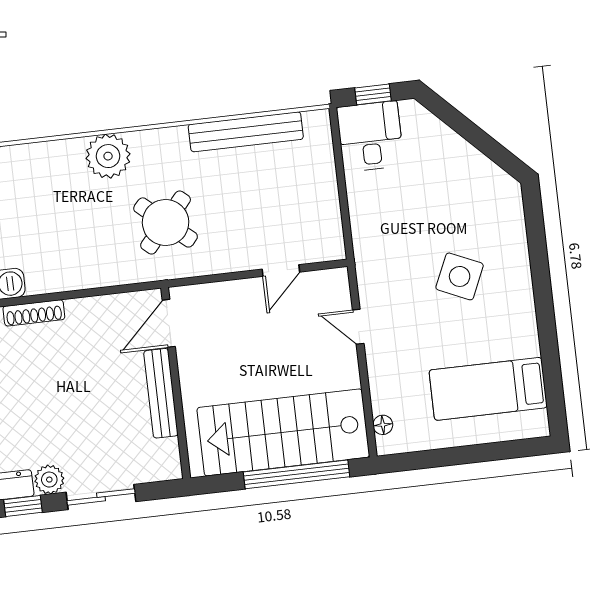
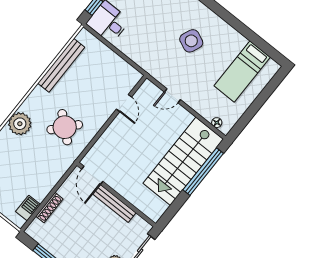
door: (169, 323) -> (92, 175), moved
wall: (176, 383) -> (116, 195), moved
bench: (161, 393) -> (115, 204), moved

